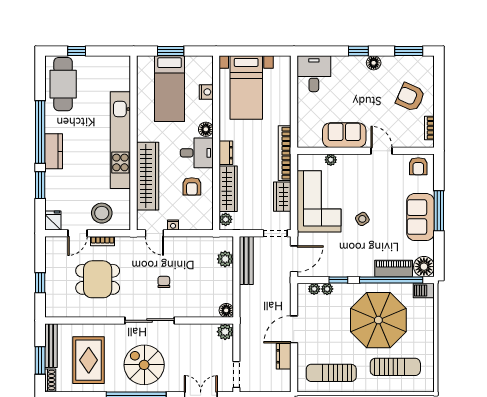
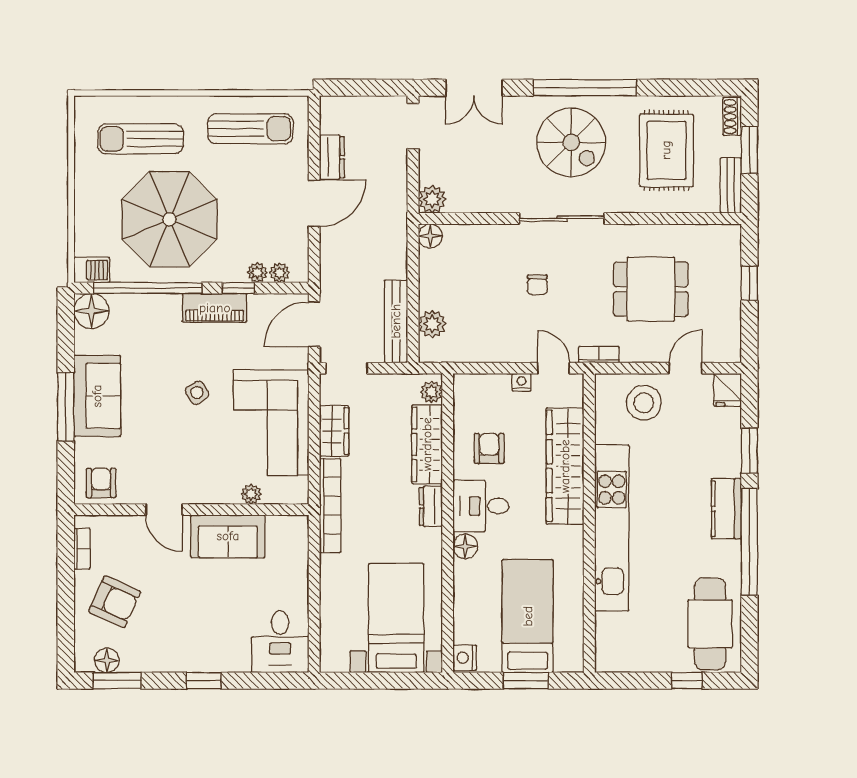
floor lamp: (374, 63) -> (107, 660), moved
nightstand: (206, 92) -> (465, 658), moved
bookcase: (103, 241) -> (599, 355), moved
piano: (394, 268) -> (215, 308), moved
bench: (51, 346) -> (731, 186), width x0.73

